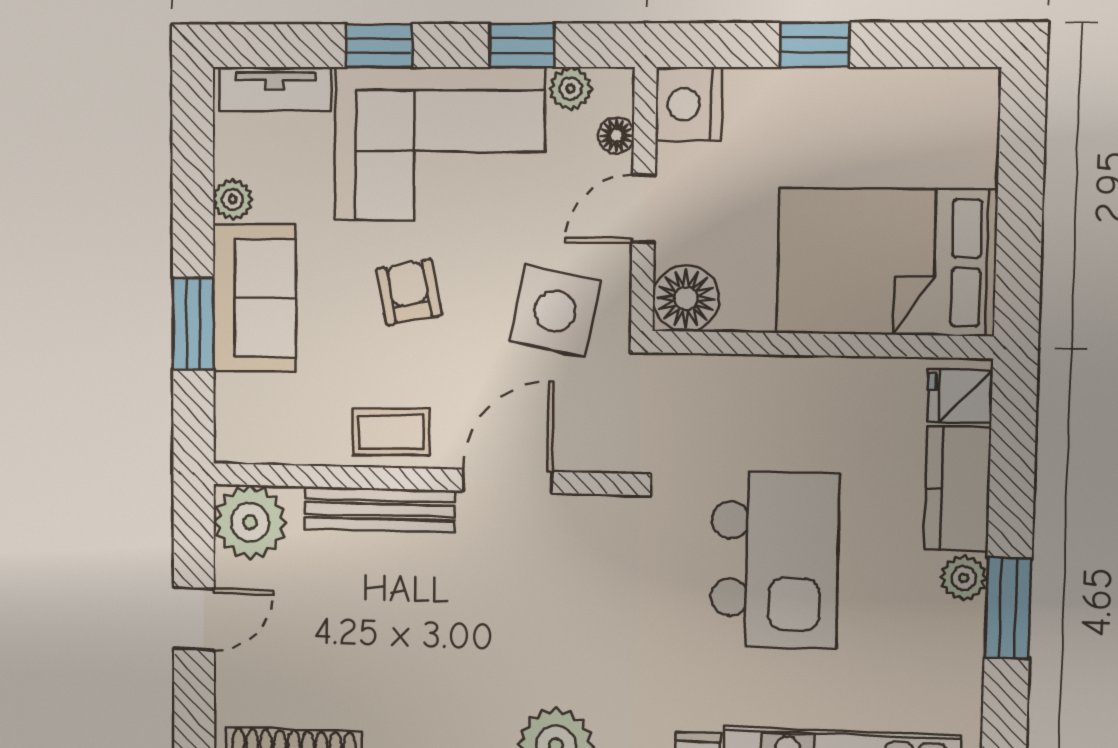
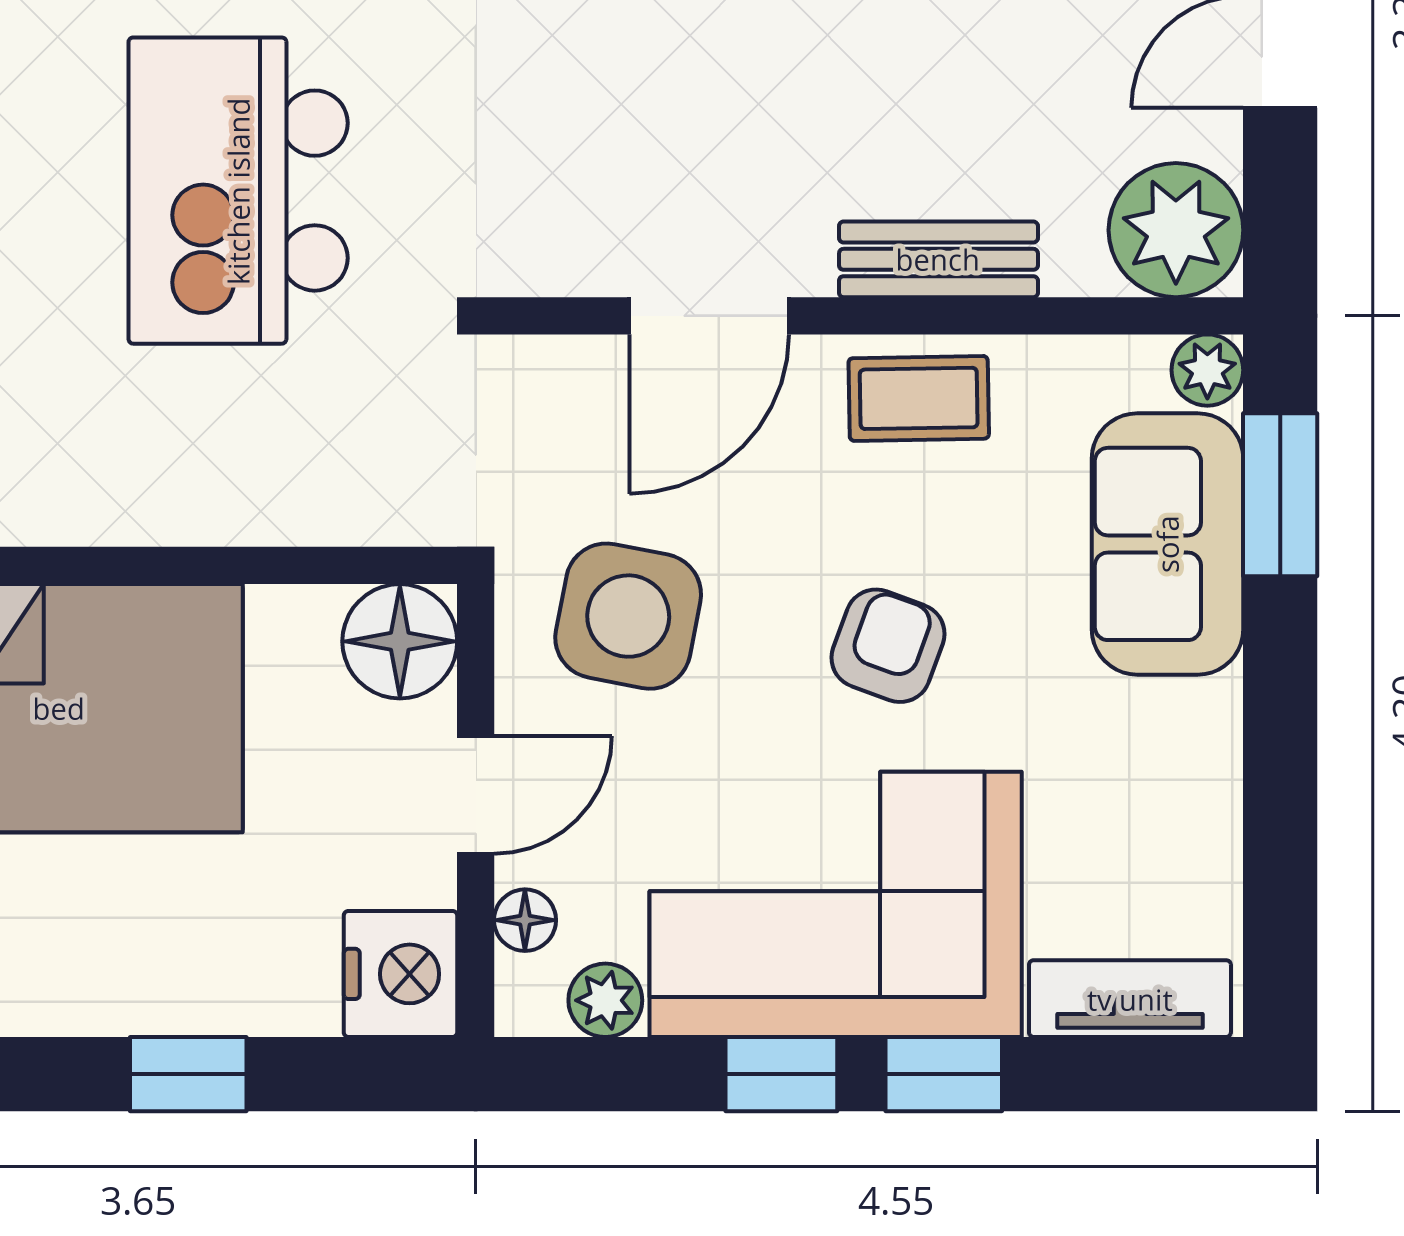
window: (522, 45) -> (781, 1074), moved
plant: (233, 199) -> (1207, 370), moved
armchair: (409, 292) -> (888, 646), turned -149
sofa: (254, 298) -> (1167, 544), moved
window: (193, 324) -> (1280, 495), moved
bench: (380, 510) -> (938, 259), width x0.73

